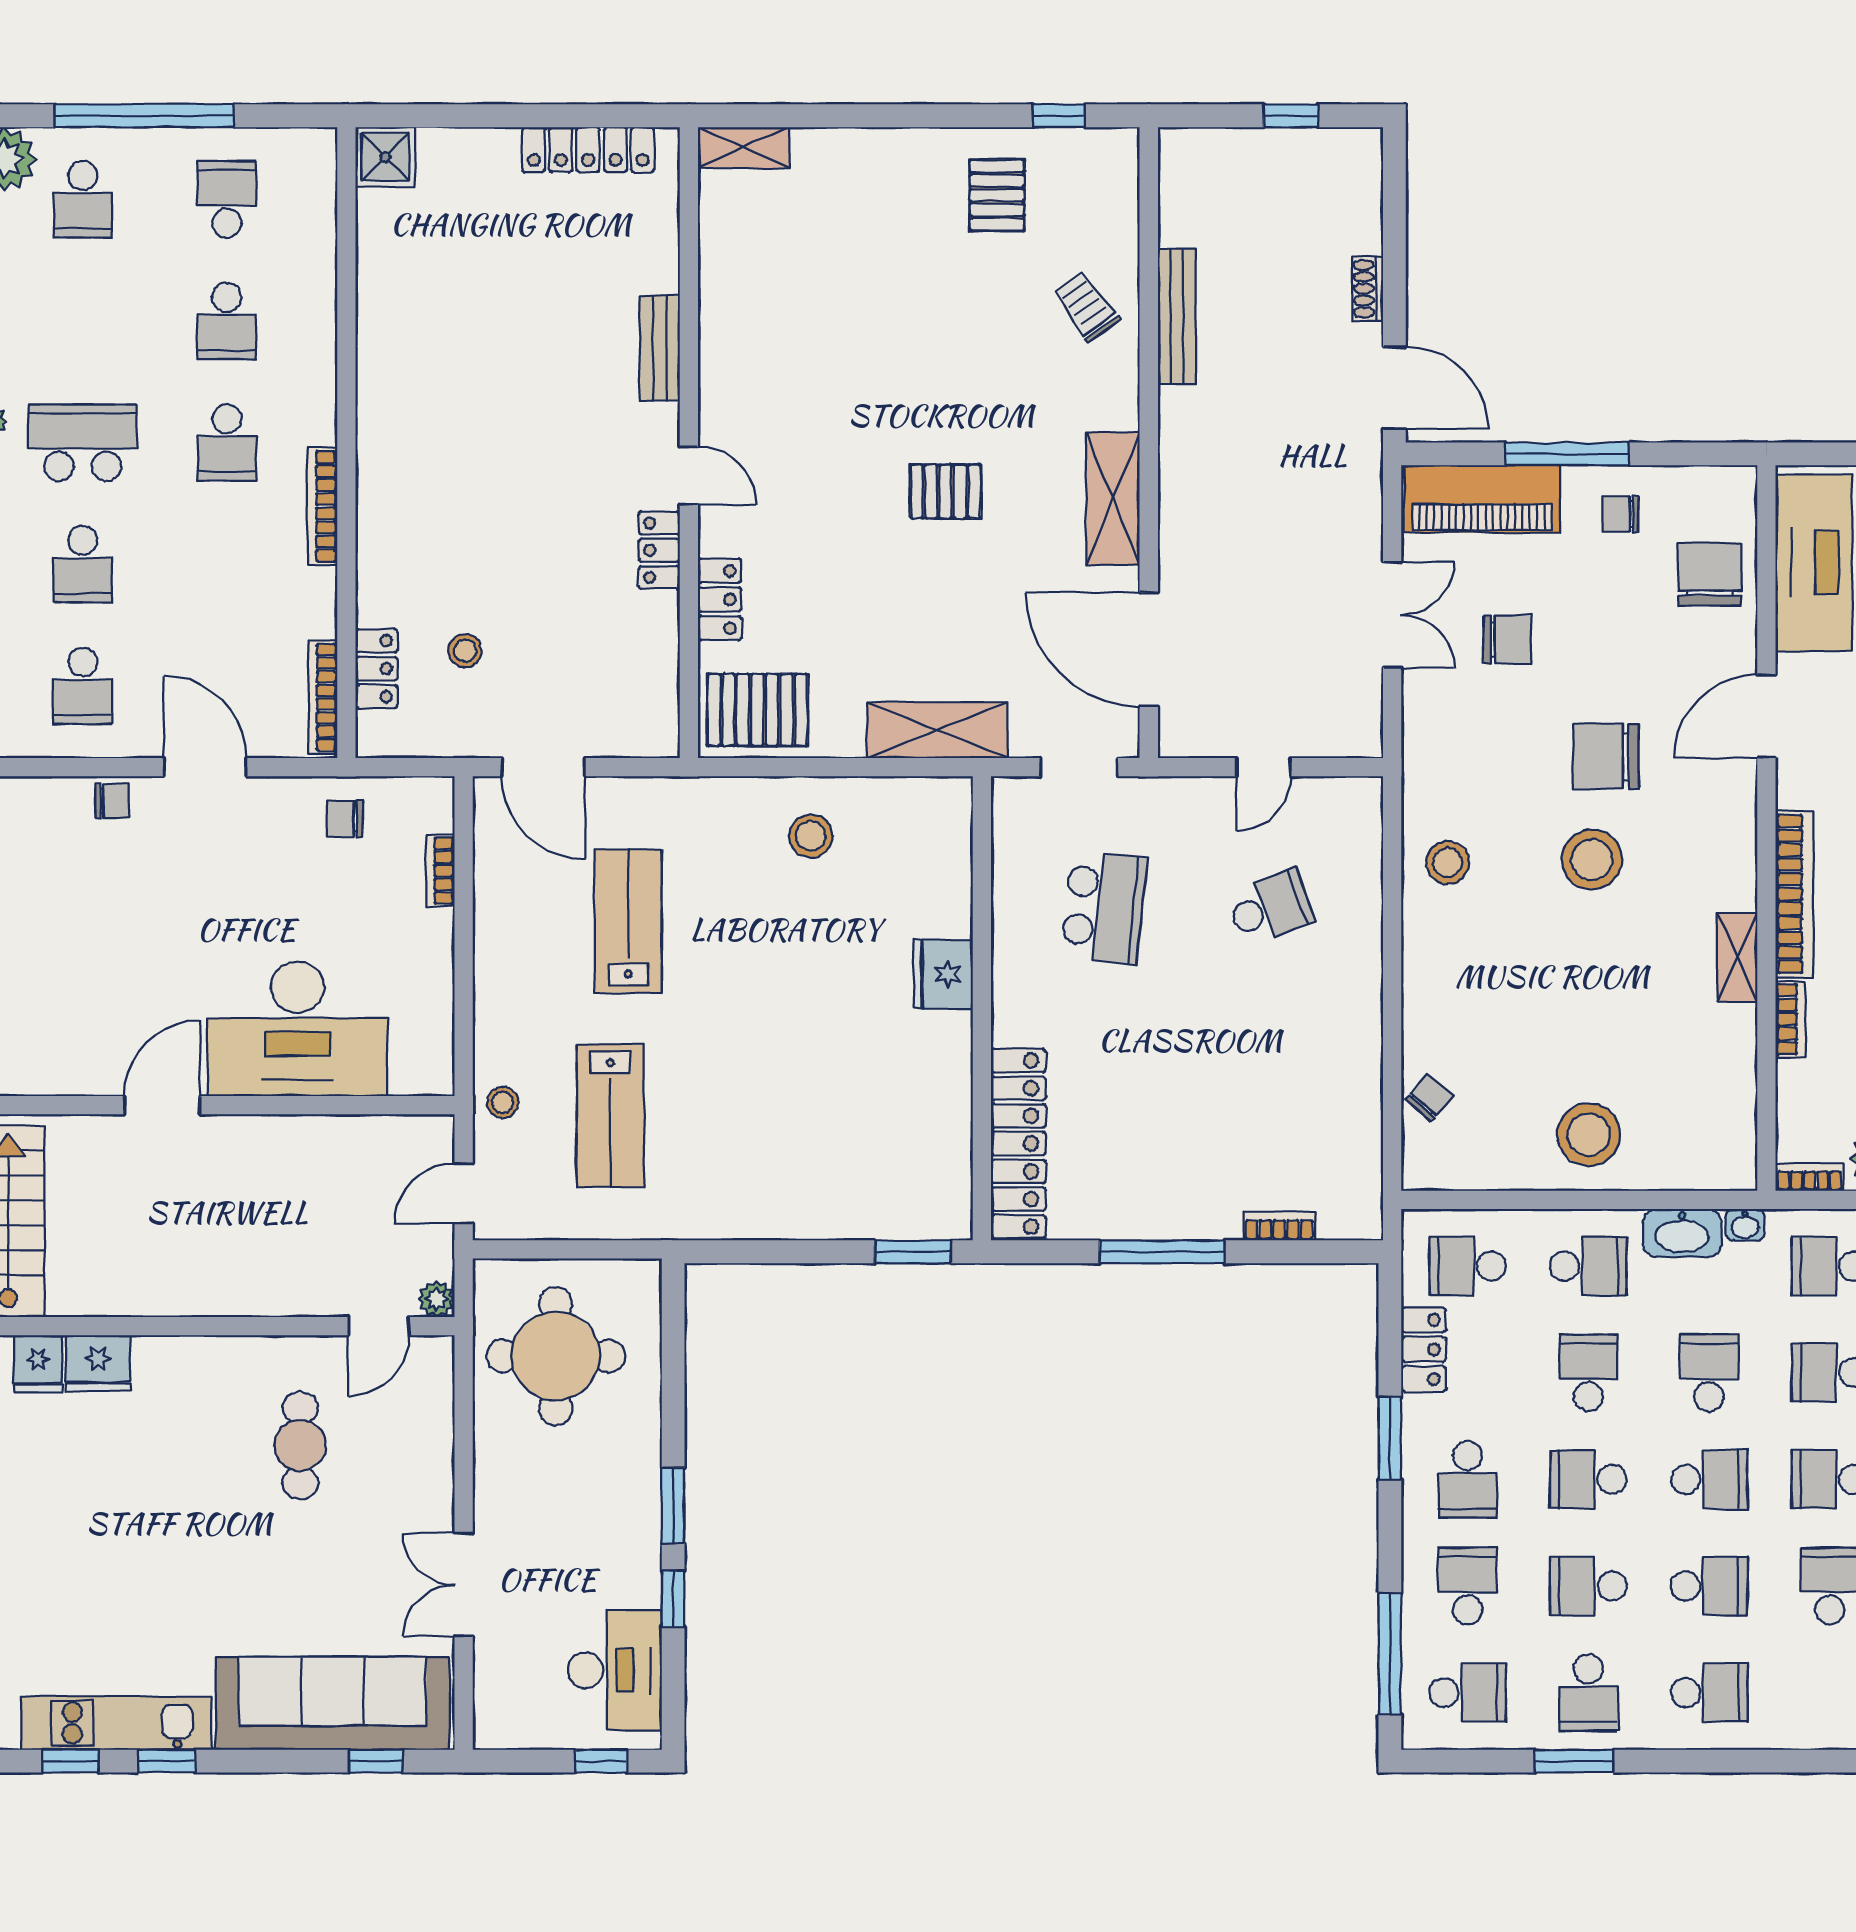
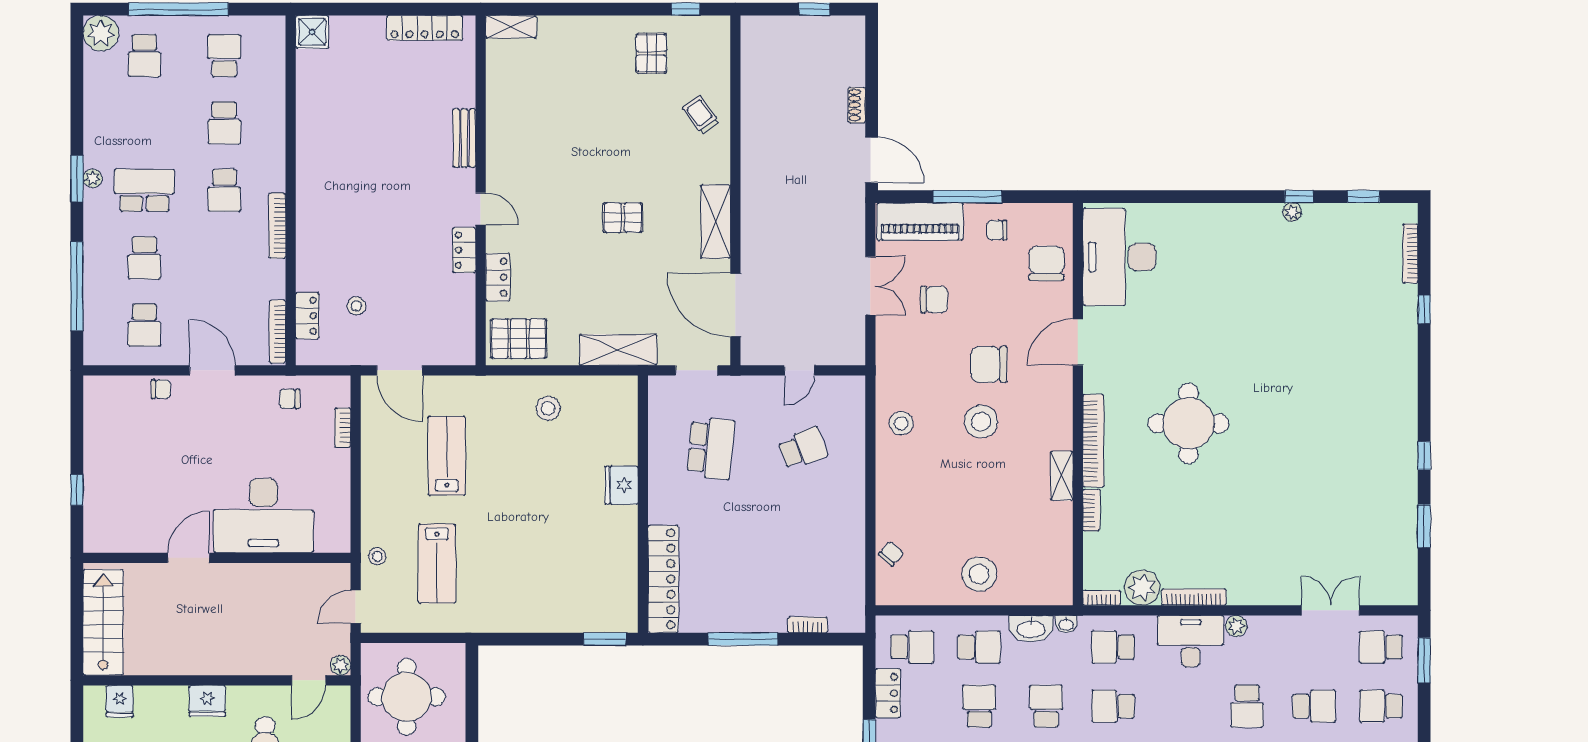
bench: (1177, 316) -> (751, 120), removed
school desk: (1468, 1266) -> (912, 647), turned 180
fridge: (98, 1363) -> (207, 701), moved

